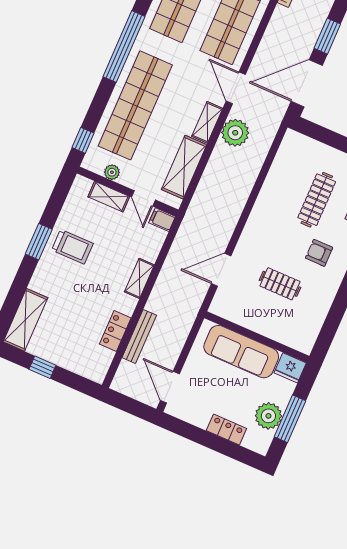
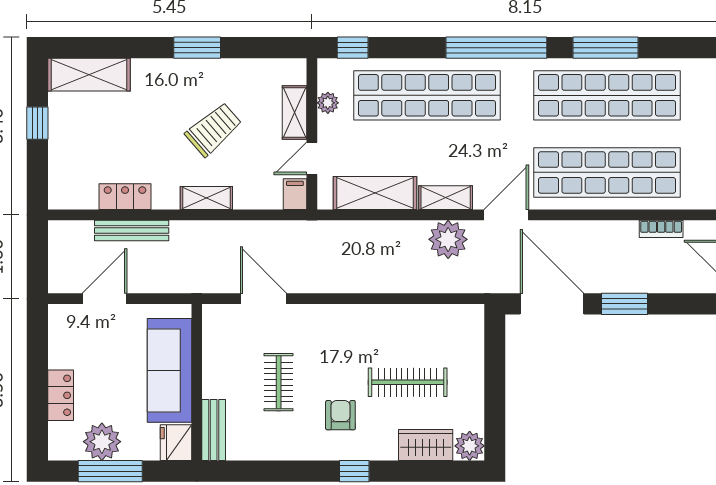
trolley: (72, 247) -> (214, 129), moved, turned -131
bench: (293, 340) -> (214, 430), added
door: (170, 387) -> (105, 299), moved

